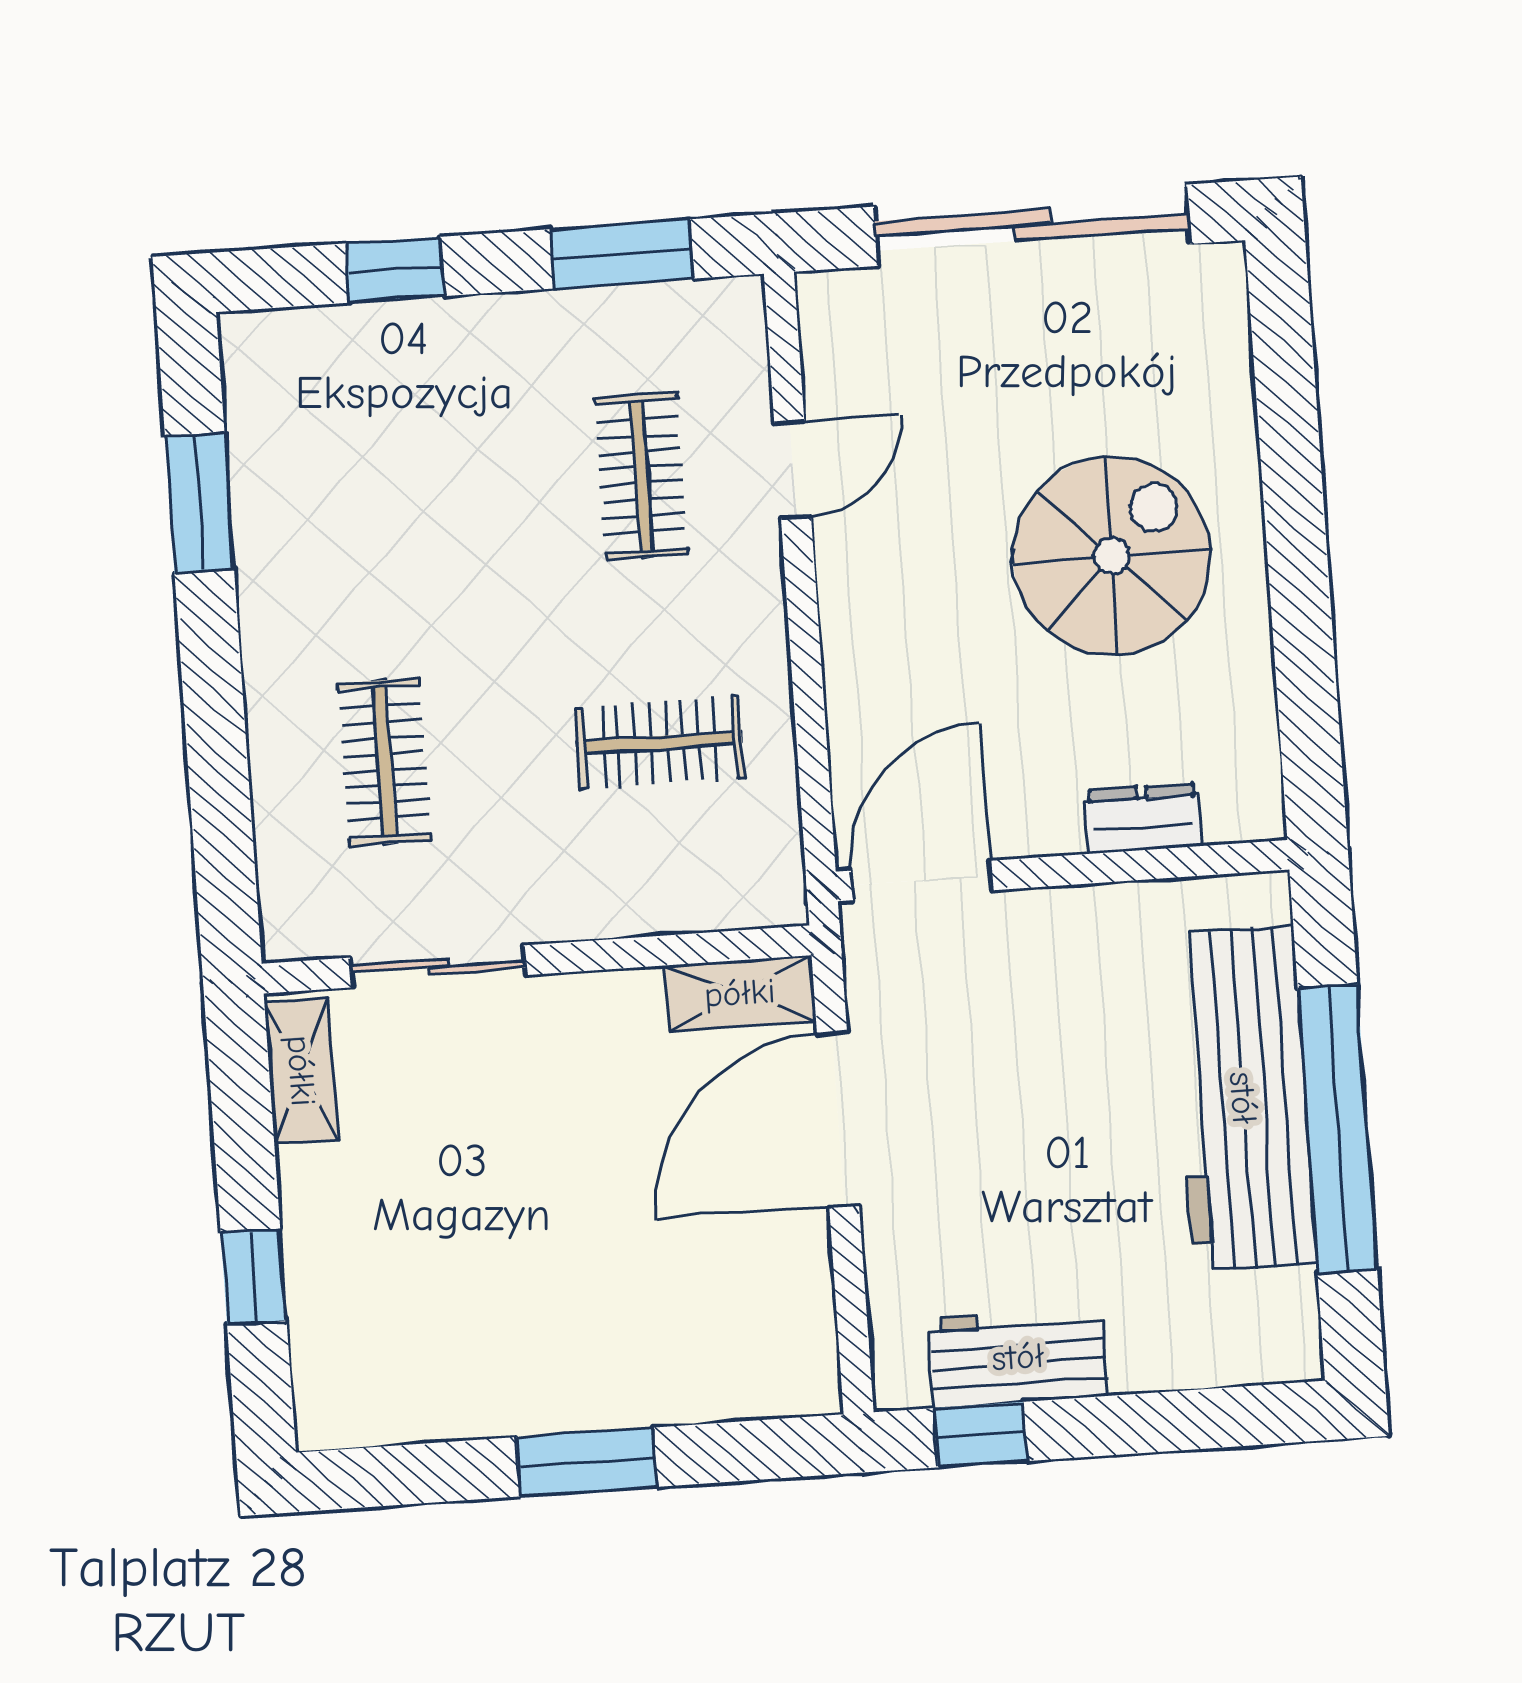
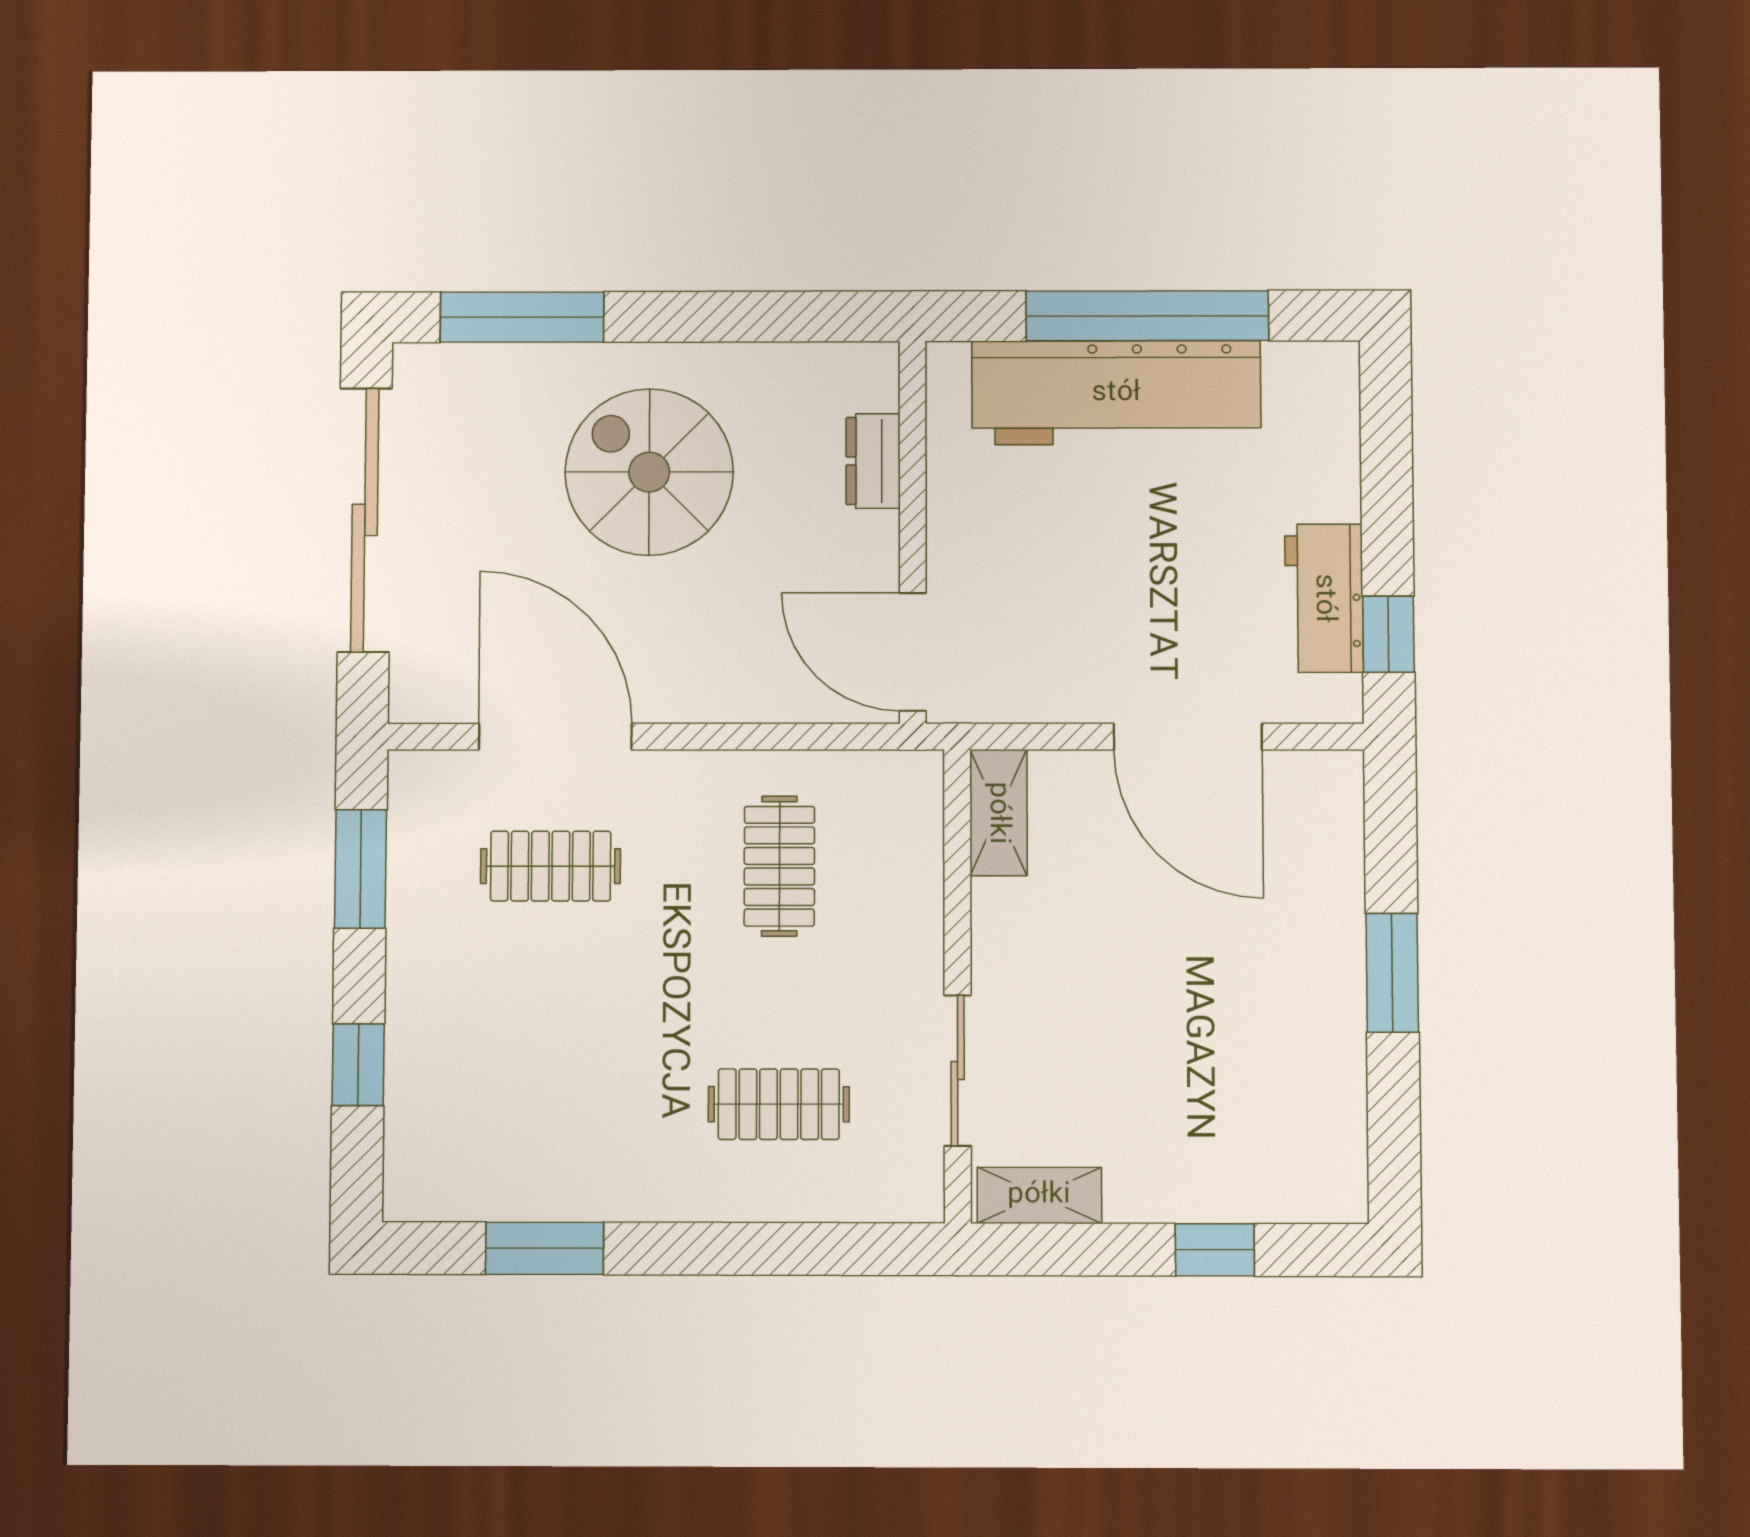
window: (1286, 392) -> (522, 317), added
door: (793, 470) -> (555, 737), width x1.88
door: (838, 1119) -> (1188, 737), moved

